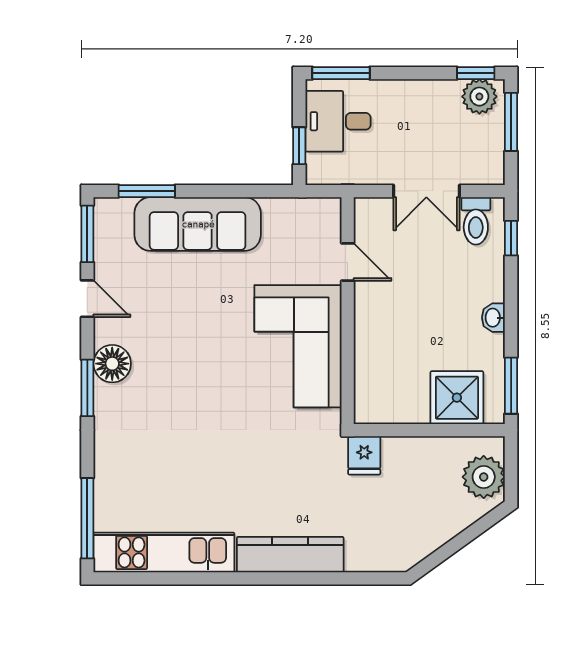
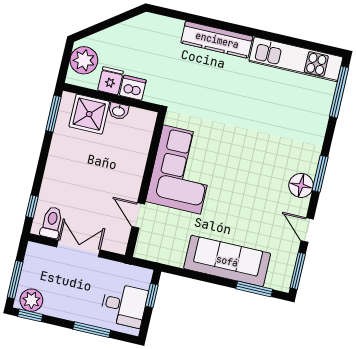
window: (341, 73) -> (92, 330), moved
washbasin: (493, 318) -> (119, 111), moved, turned 90
dishwasher: (400, 453) -> (133, 88), added
fridge: (364, 455) -> (110, 81), moved

